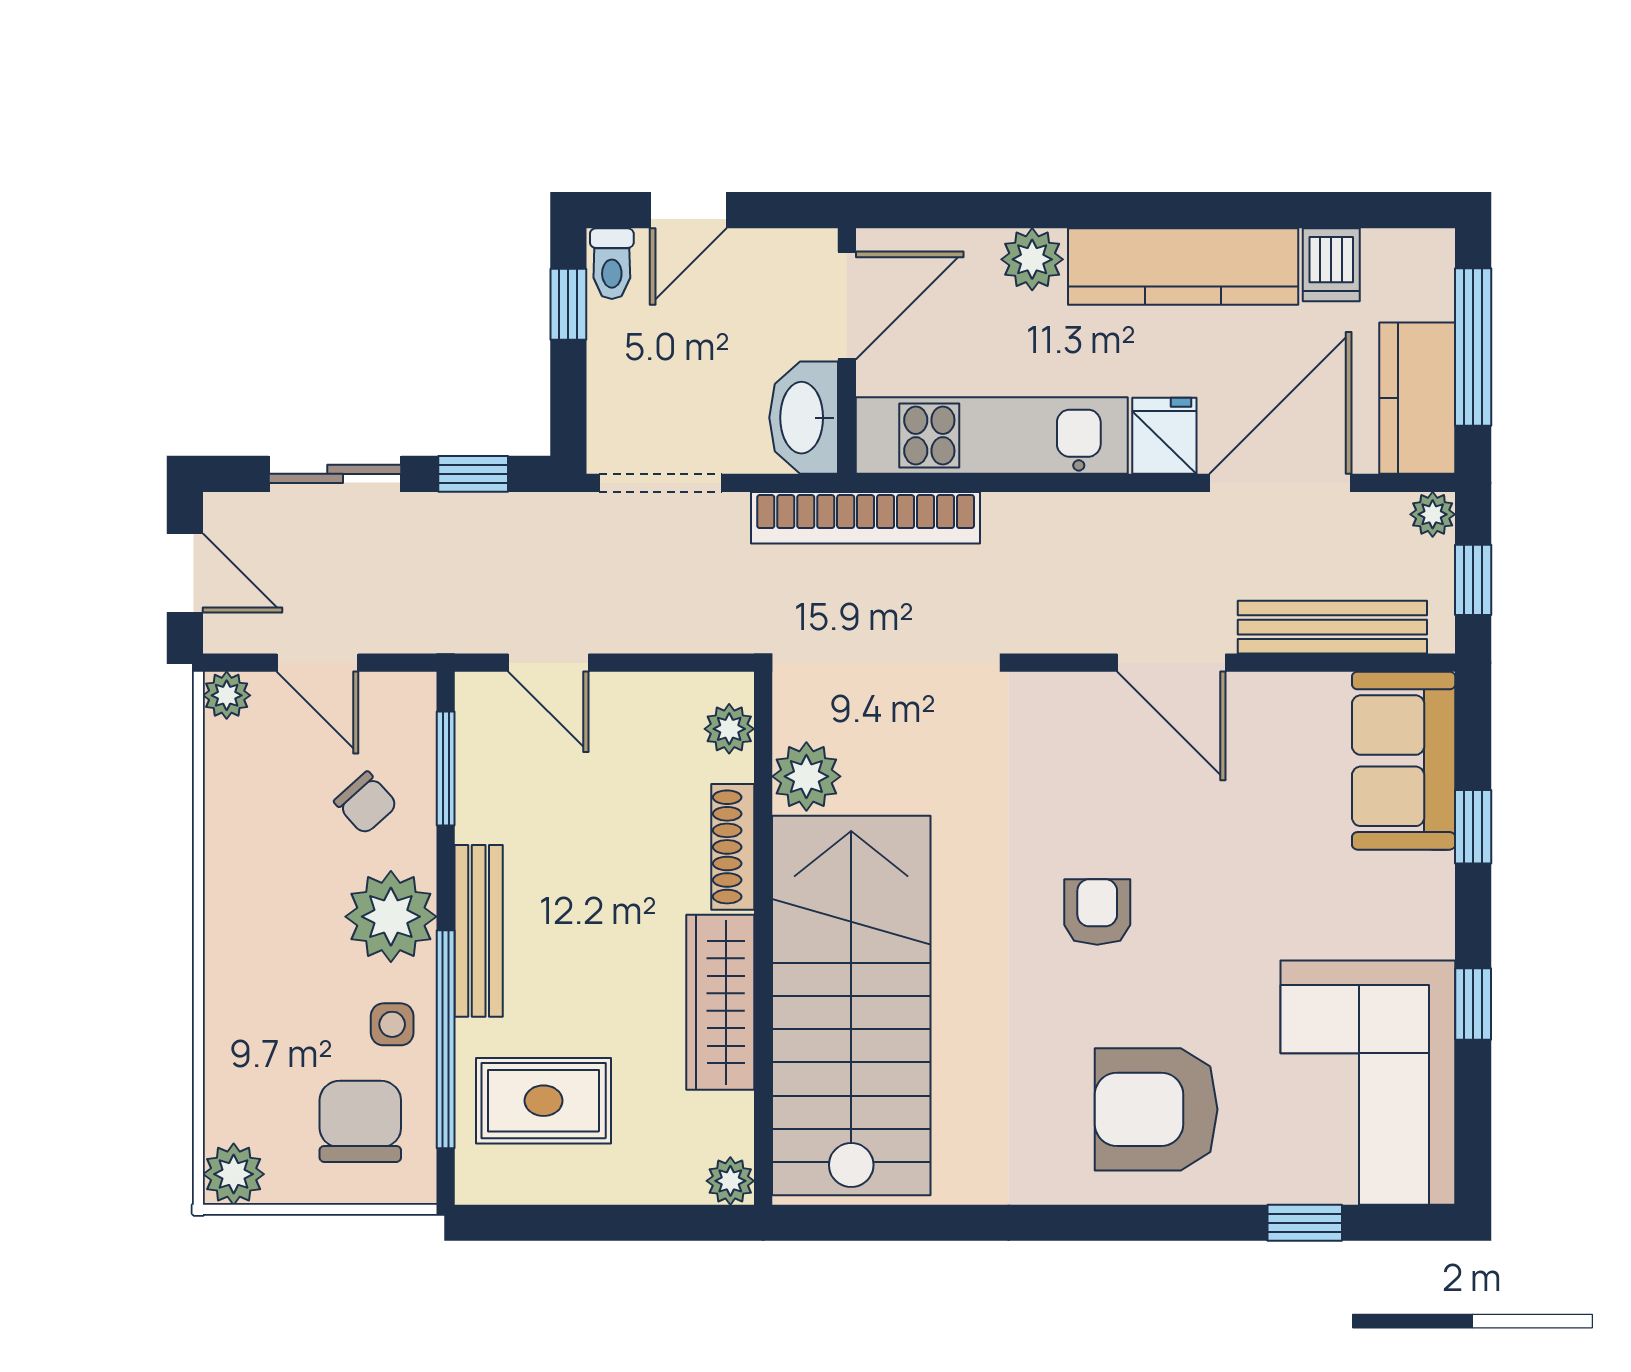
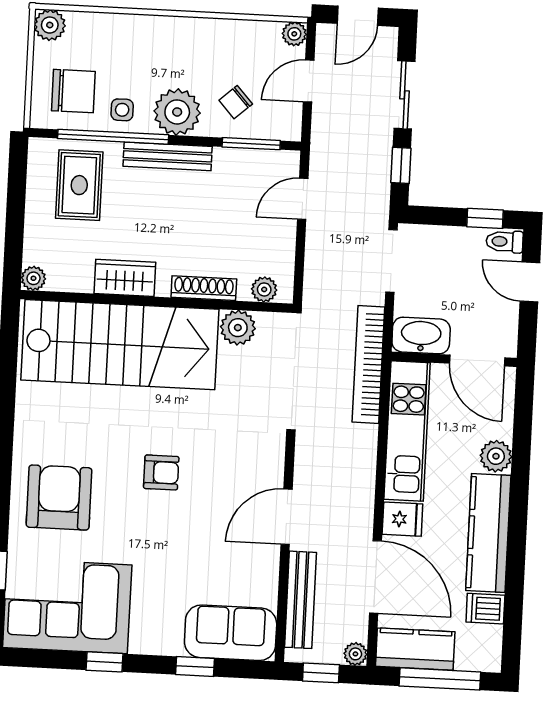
wardrobe: (720, 1002) -> (125, 278), width x0.67

